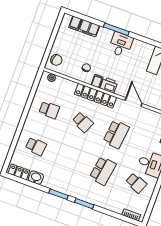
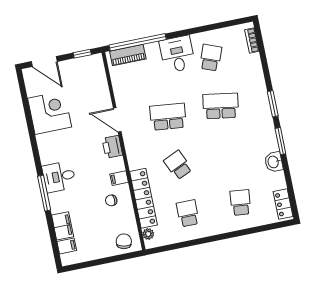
printer: (109, 85) -> (112, 147), moved
locker: (95, 96) -> (143, 198), moved
door: (133, 102) -> (117, 120), hinge flipped
school desk: (83, 122) -> (178, 165), turned -48
washbasin: (36, 178) -> (274, 162), moved

